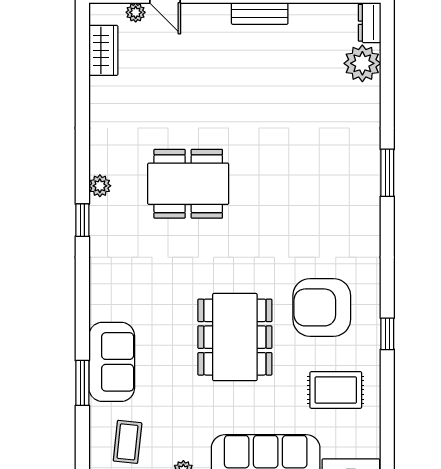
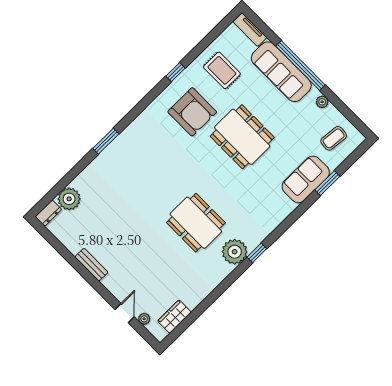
plant: (100, 186) -> (235, 252), width x1.88, depth x1.88
dining table: (235, 337) -> (242, 137), turned 90

